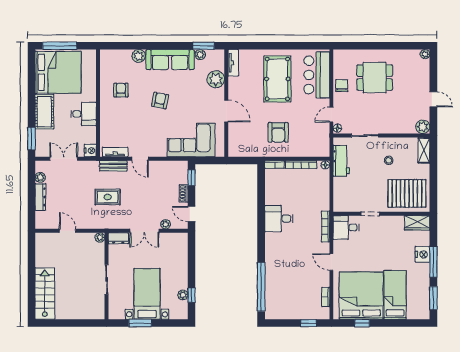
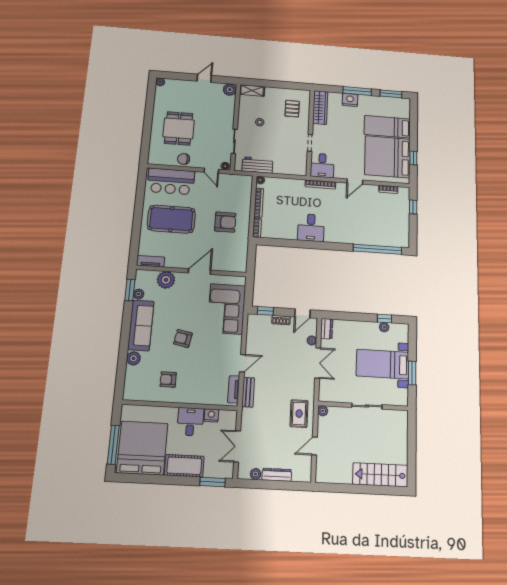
nightstand: (90, 151) -> (211, 415), moved
pallet: (407, 193) -> (292, 109), width x0.49, depth x0.50
rug: (108, 197) -> (299, 414), moved
wardrobe: (417, 223) -> (320, 108), width x1.50
dresser: (118, 238) -> (327, 329), moved

